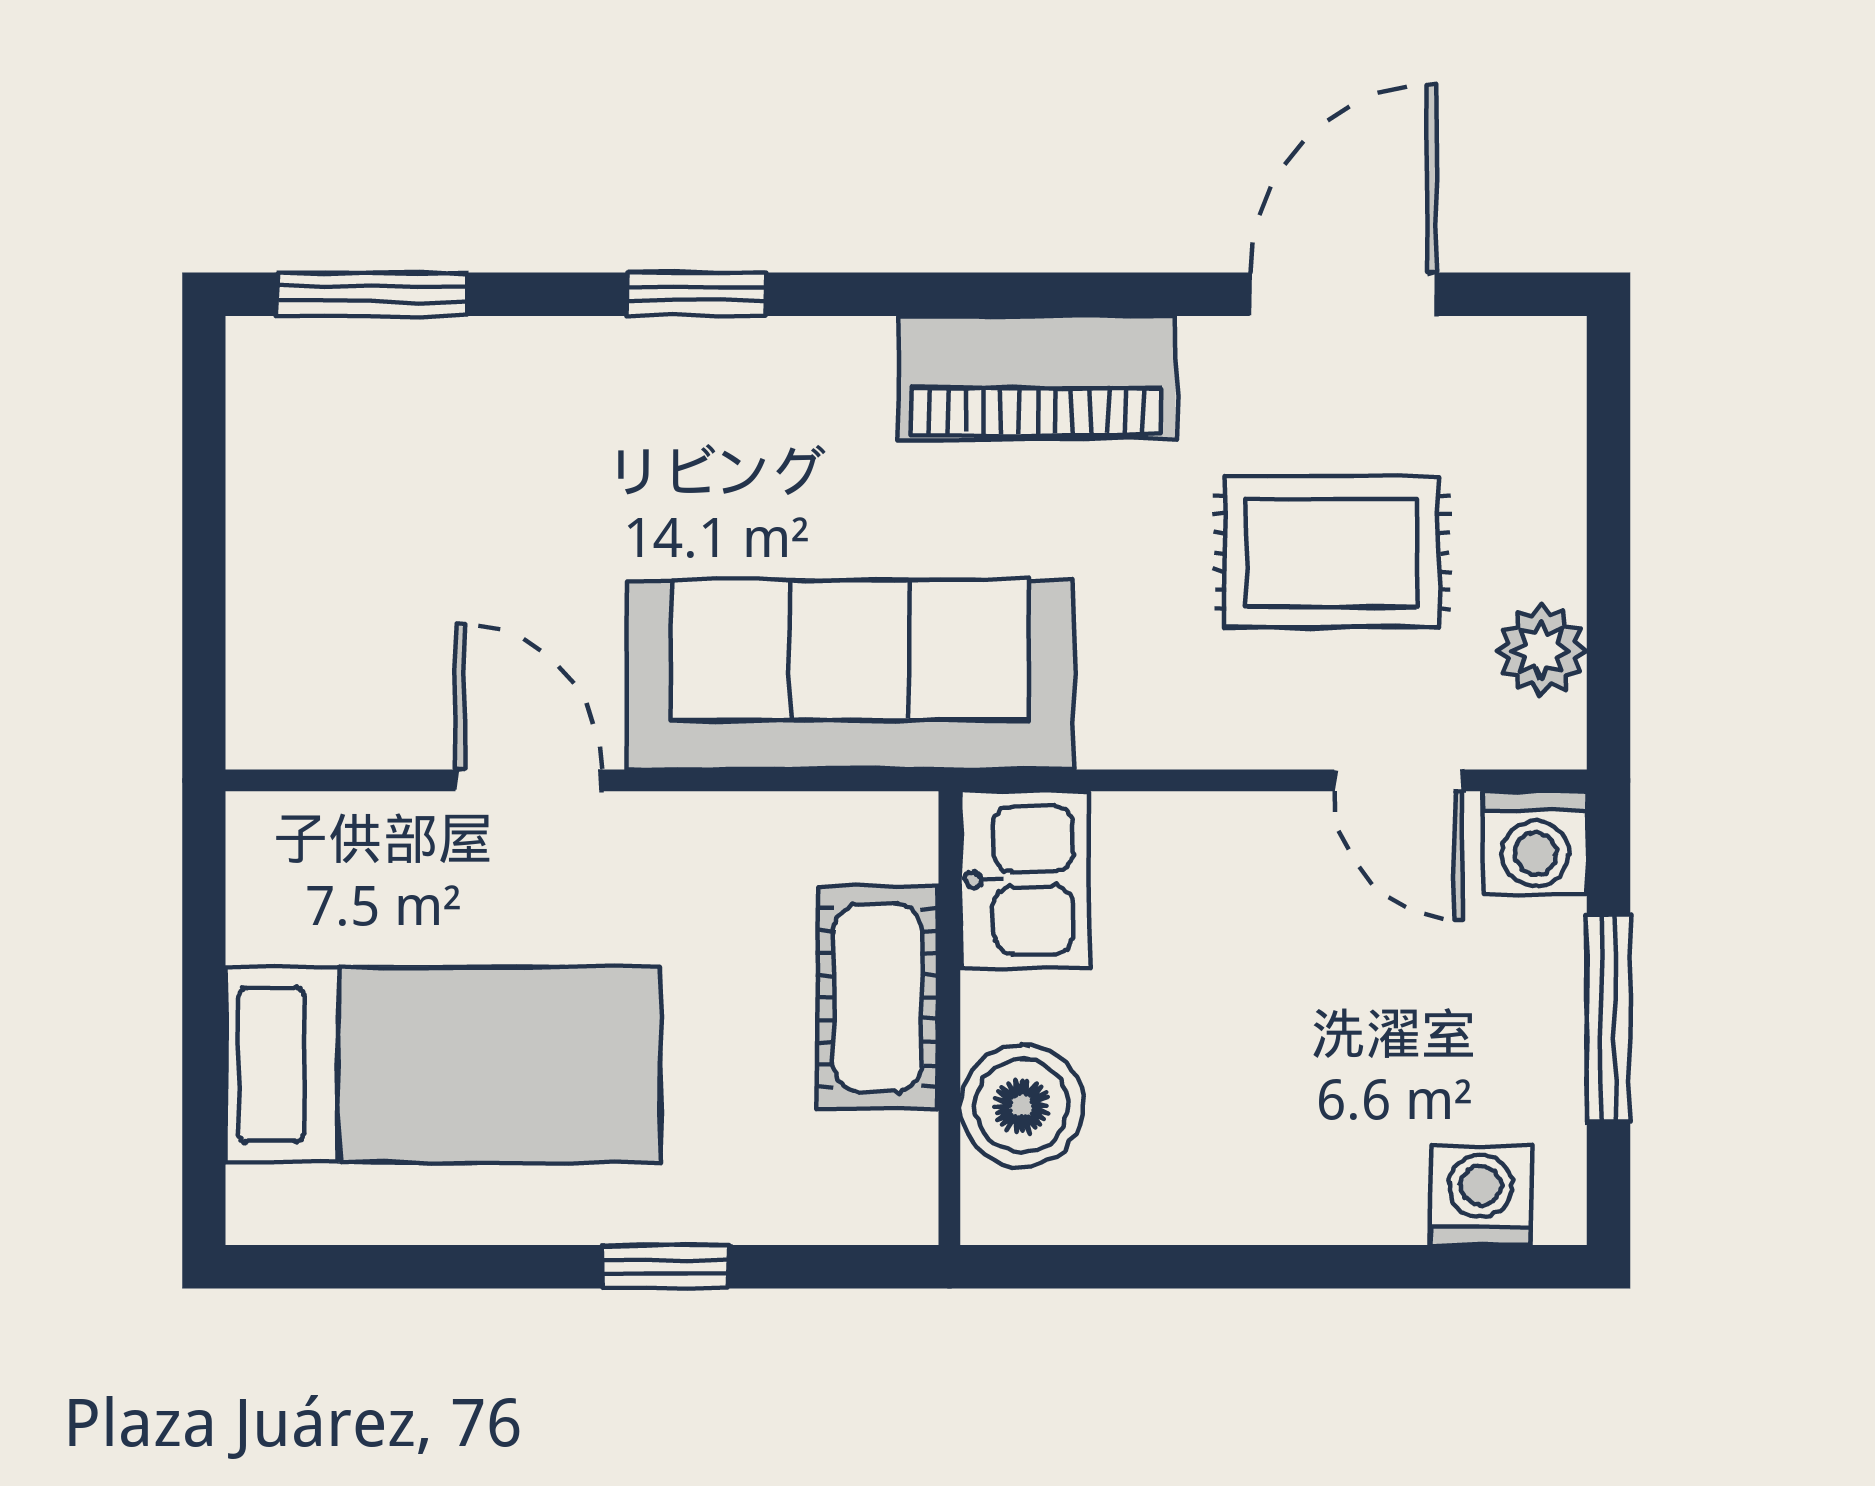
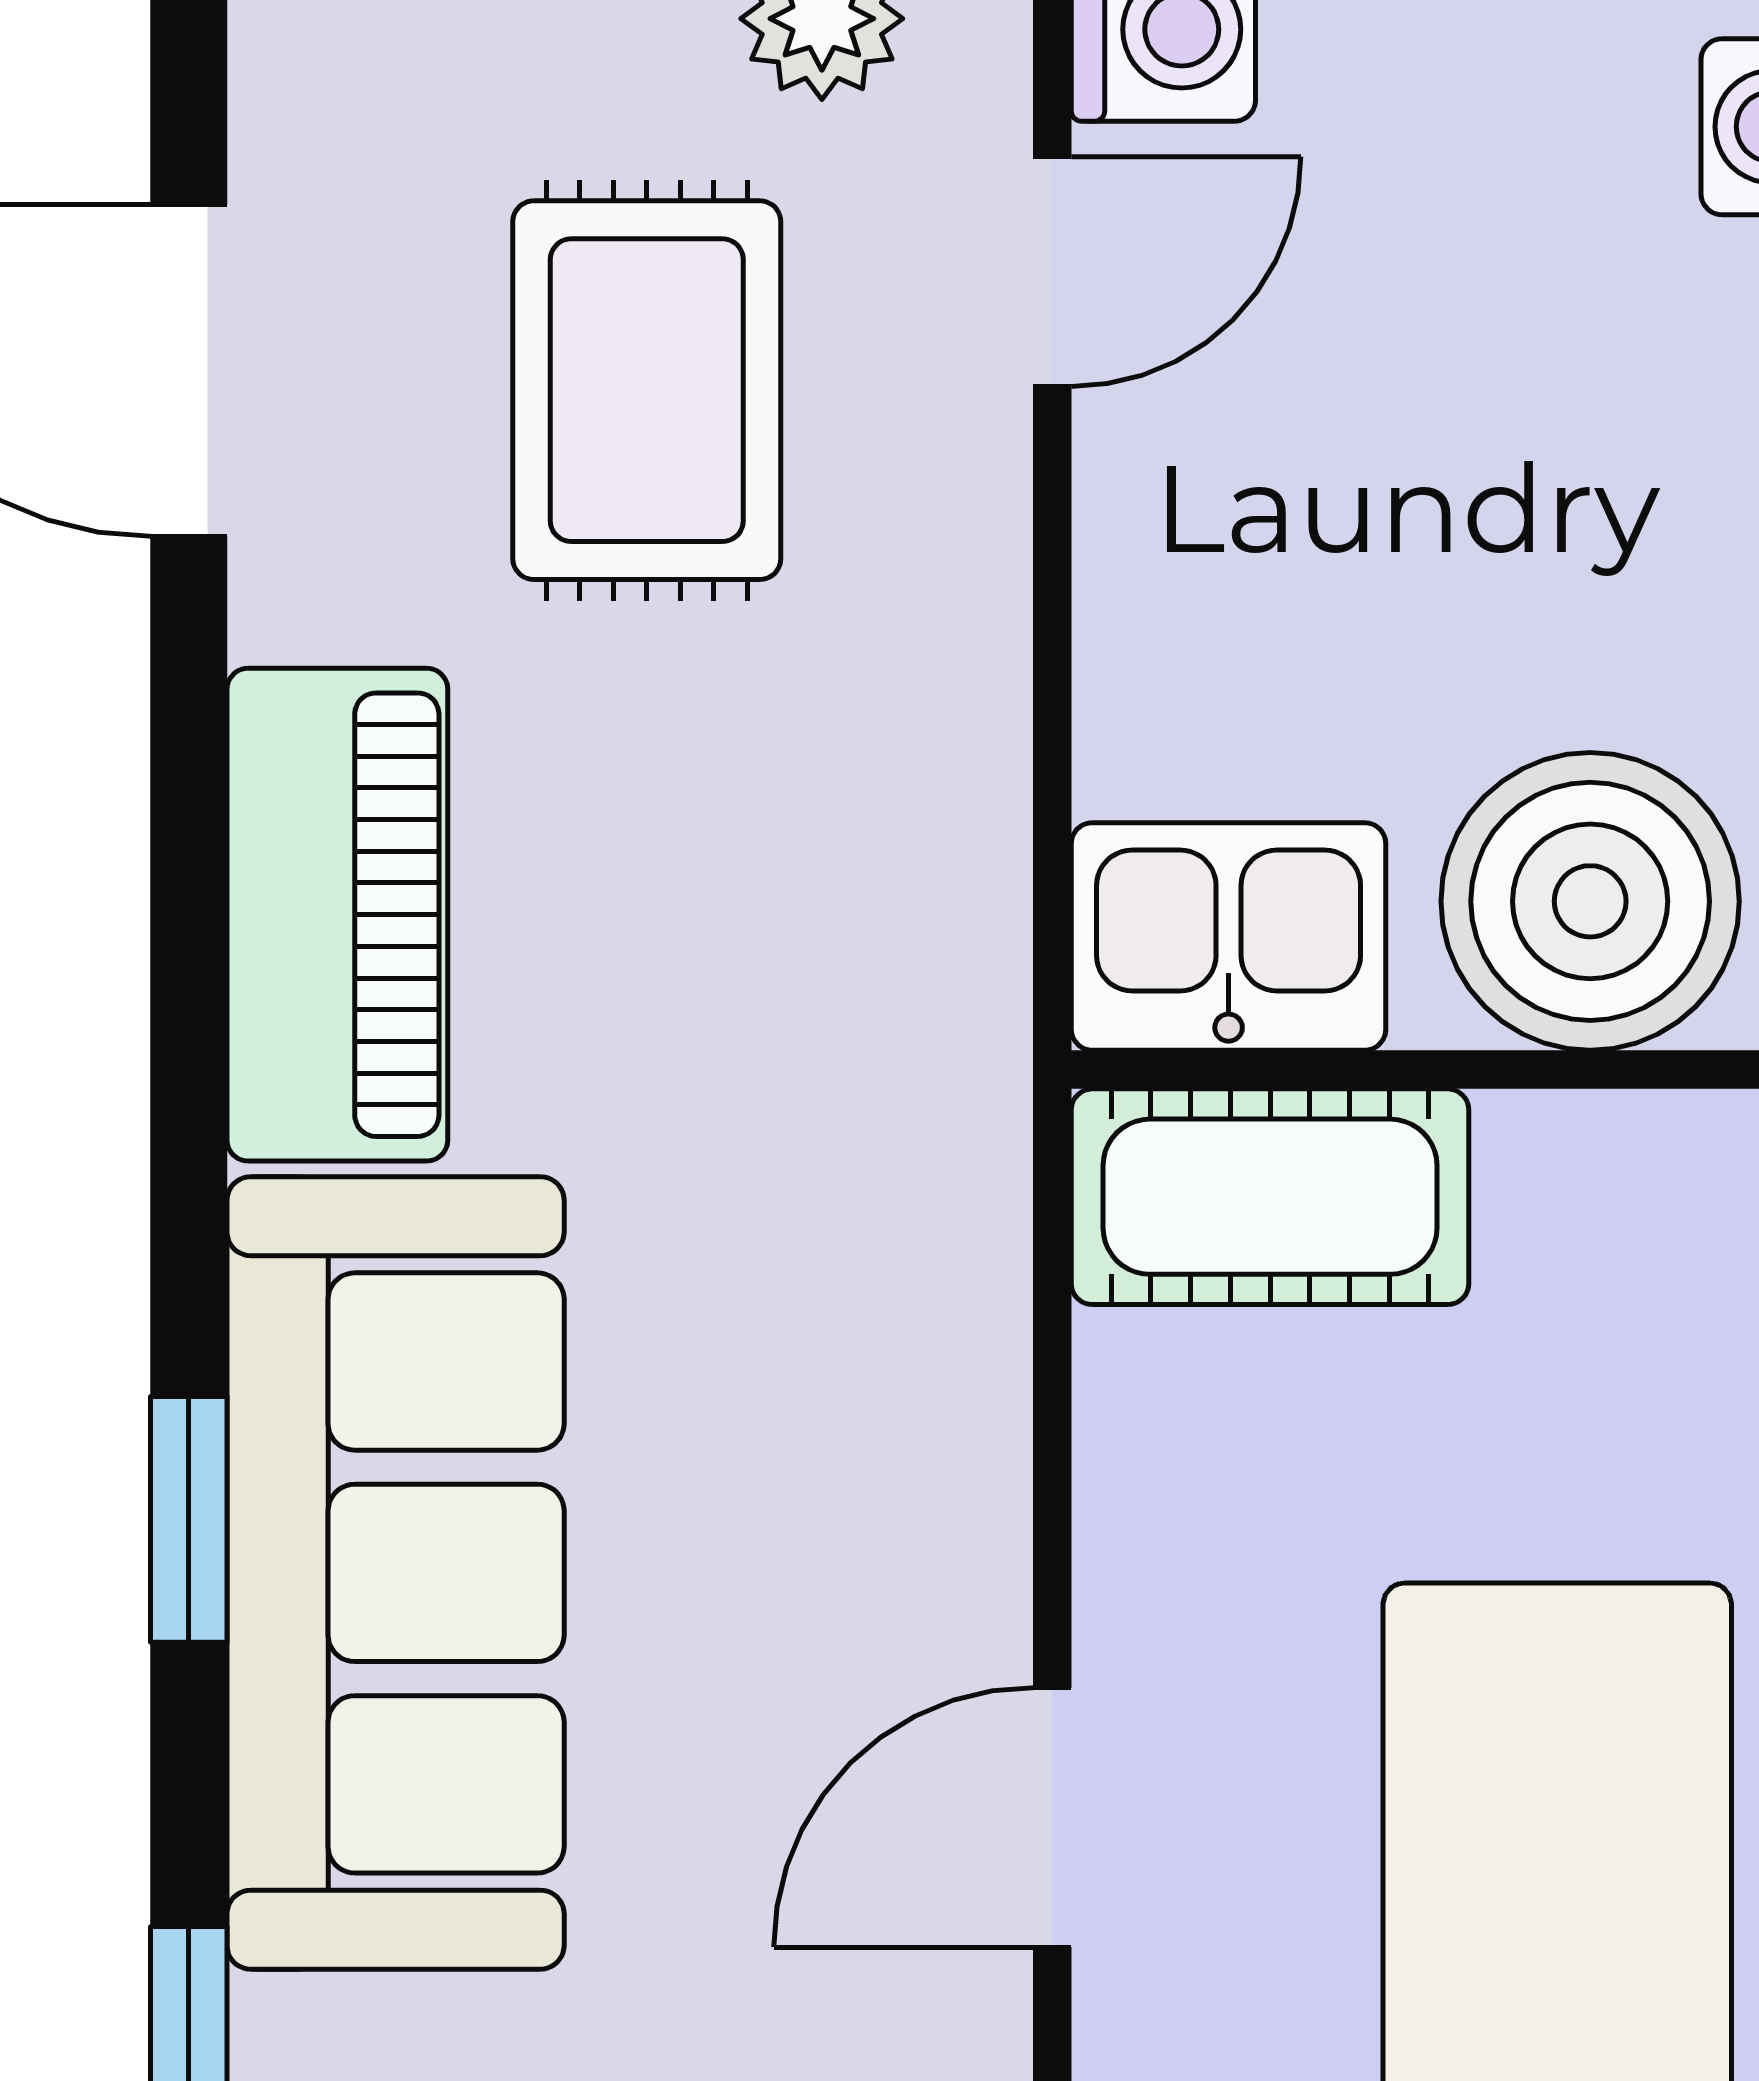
sofa: (850, 675) -> (396, 1573), moved, turned 180
cot: (878, 998) -> (1270, 1197), moved
boiler: (1022, 1106) -> (1590, 901), width x1.37, depth x1.37

